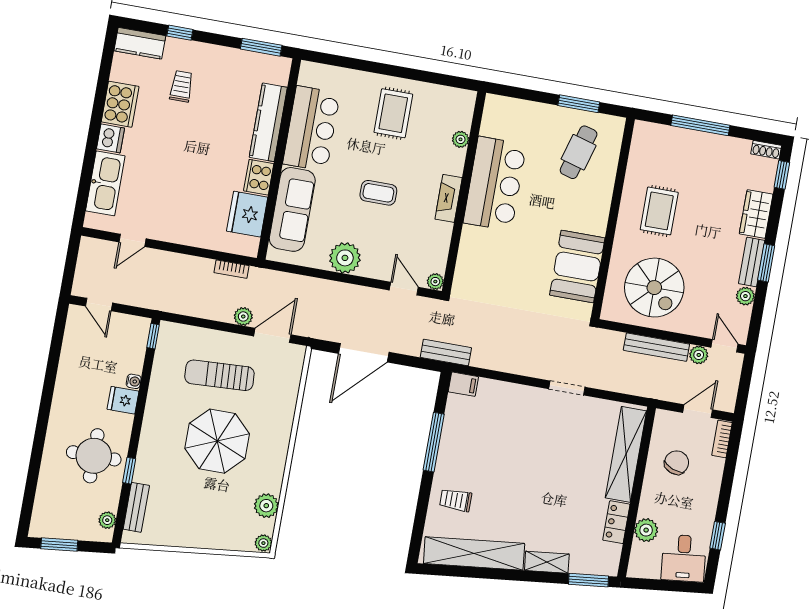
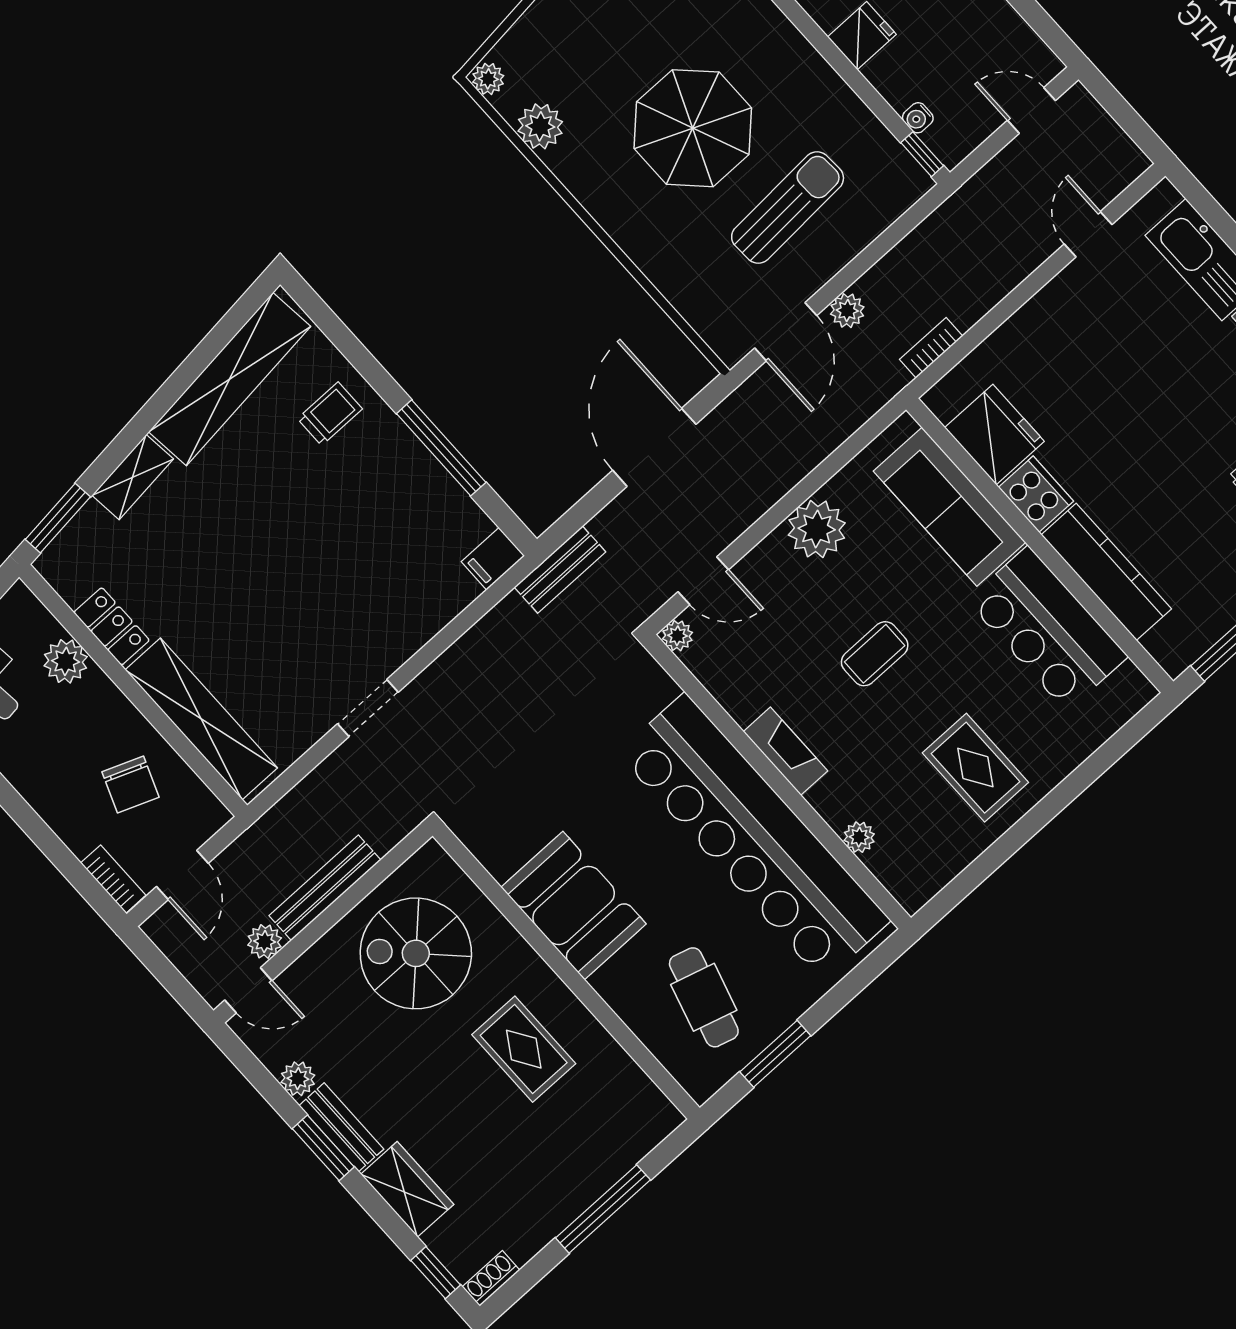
bar counter: (495, 184) -> (754, 837), width x1.86
booth: (577, 266) -> (574, 906), moved
water cooler: (134, 381) -> (918, 118), moved

